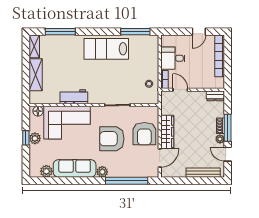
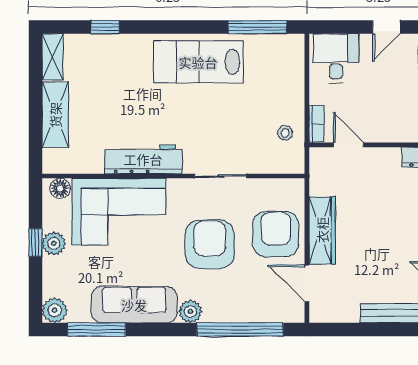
window: (60, 32) -> (105, 27), width x0.46
desk: (173, 58) -> (336, 58), moved, turned 90
workbench: (74, 97) -> (143, 159), width x1.38
armchair: (144, 134) -> (276, 234), turned 180
armchair: (112, 139) -> (210, 244), turned 90
door: (160, 158) -> (307, 283), swing flipped
plant: (46, 171) -> (55, 310), moved
window: (56, 181) -> (96, 329), added

